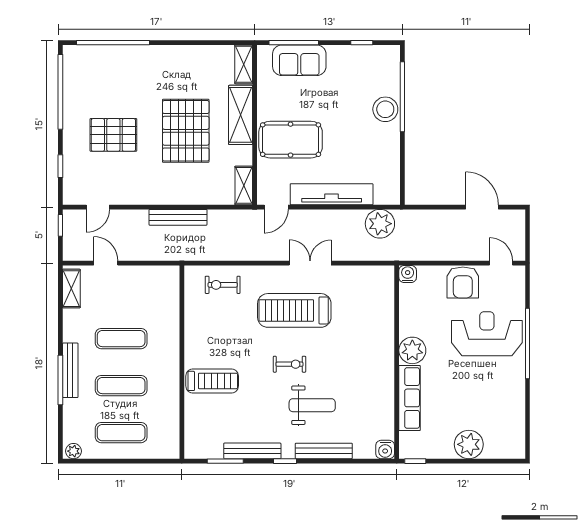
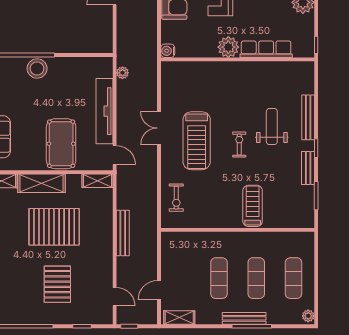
plant: (380, 224) -> (122, 73), width x0.53, depth x0.53
water cooler: (385, 450) -> (307, 69), removed
bench: (252, 451) -> (308, 168), width x0.73

